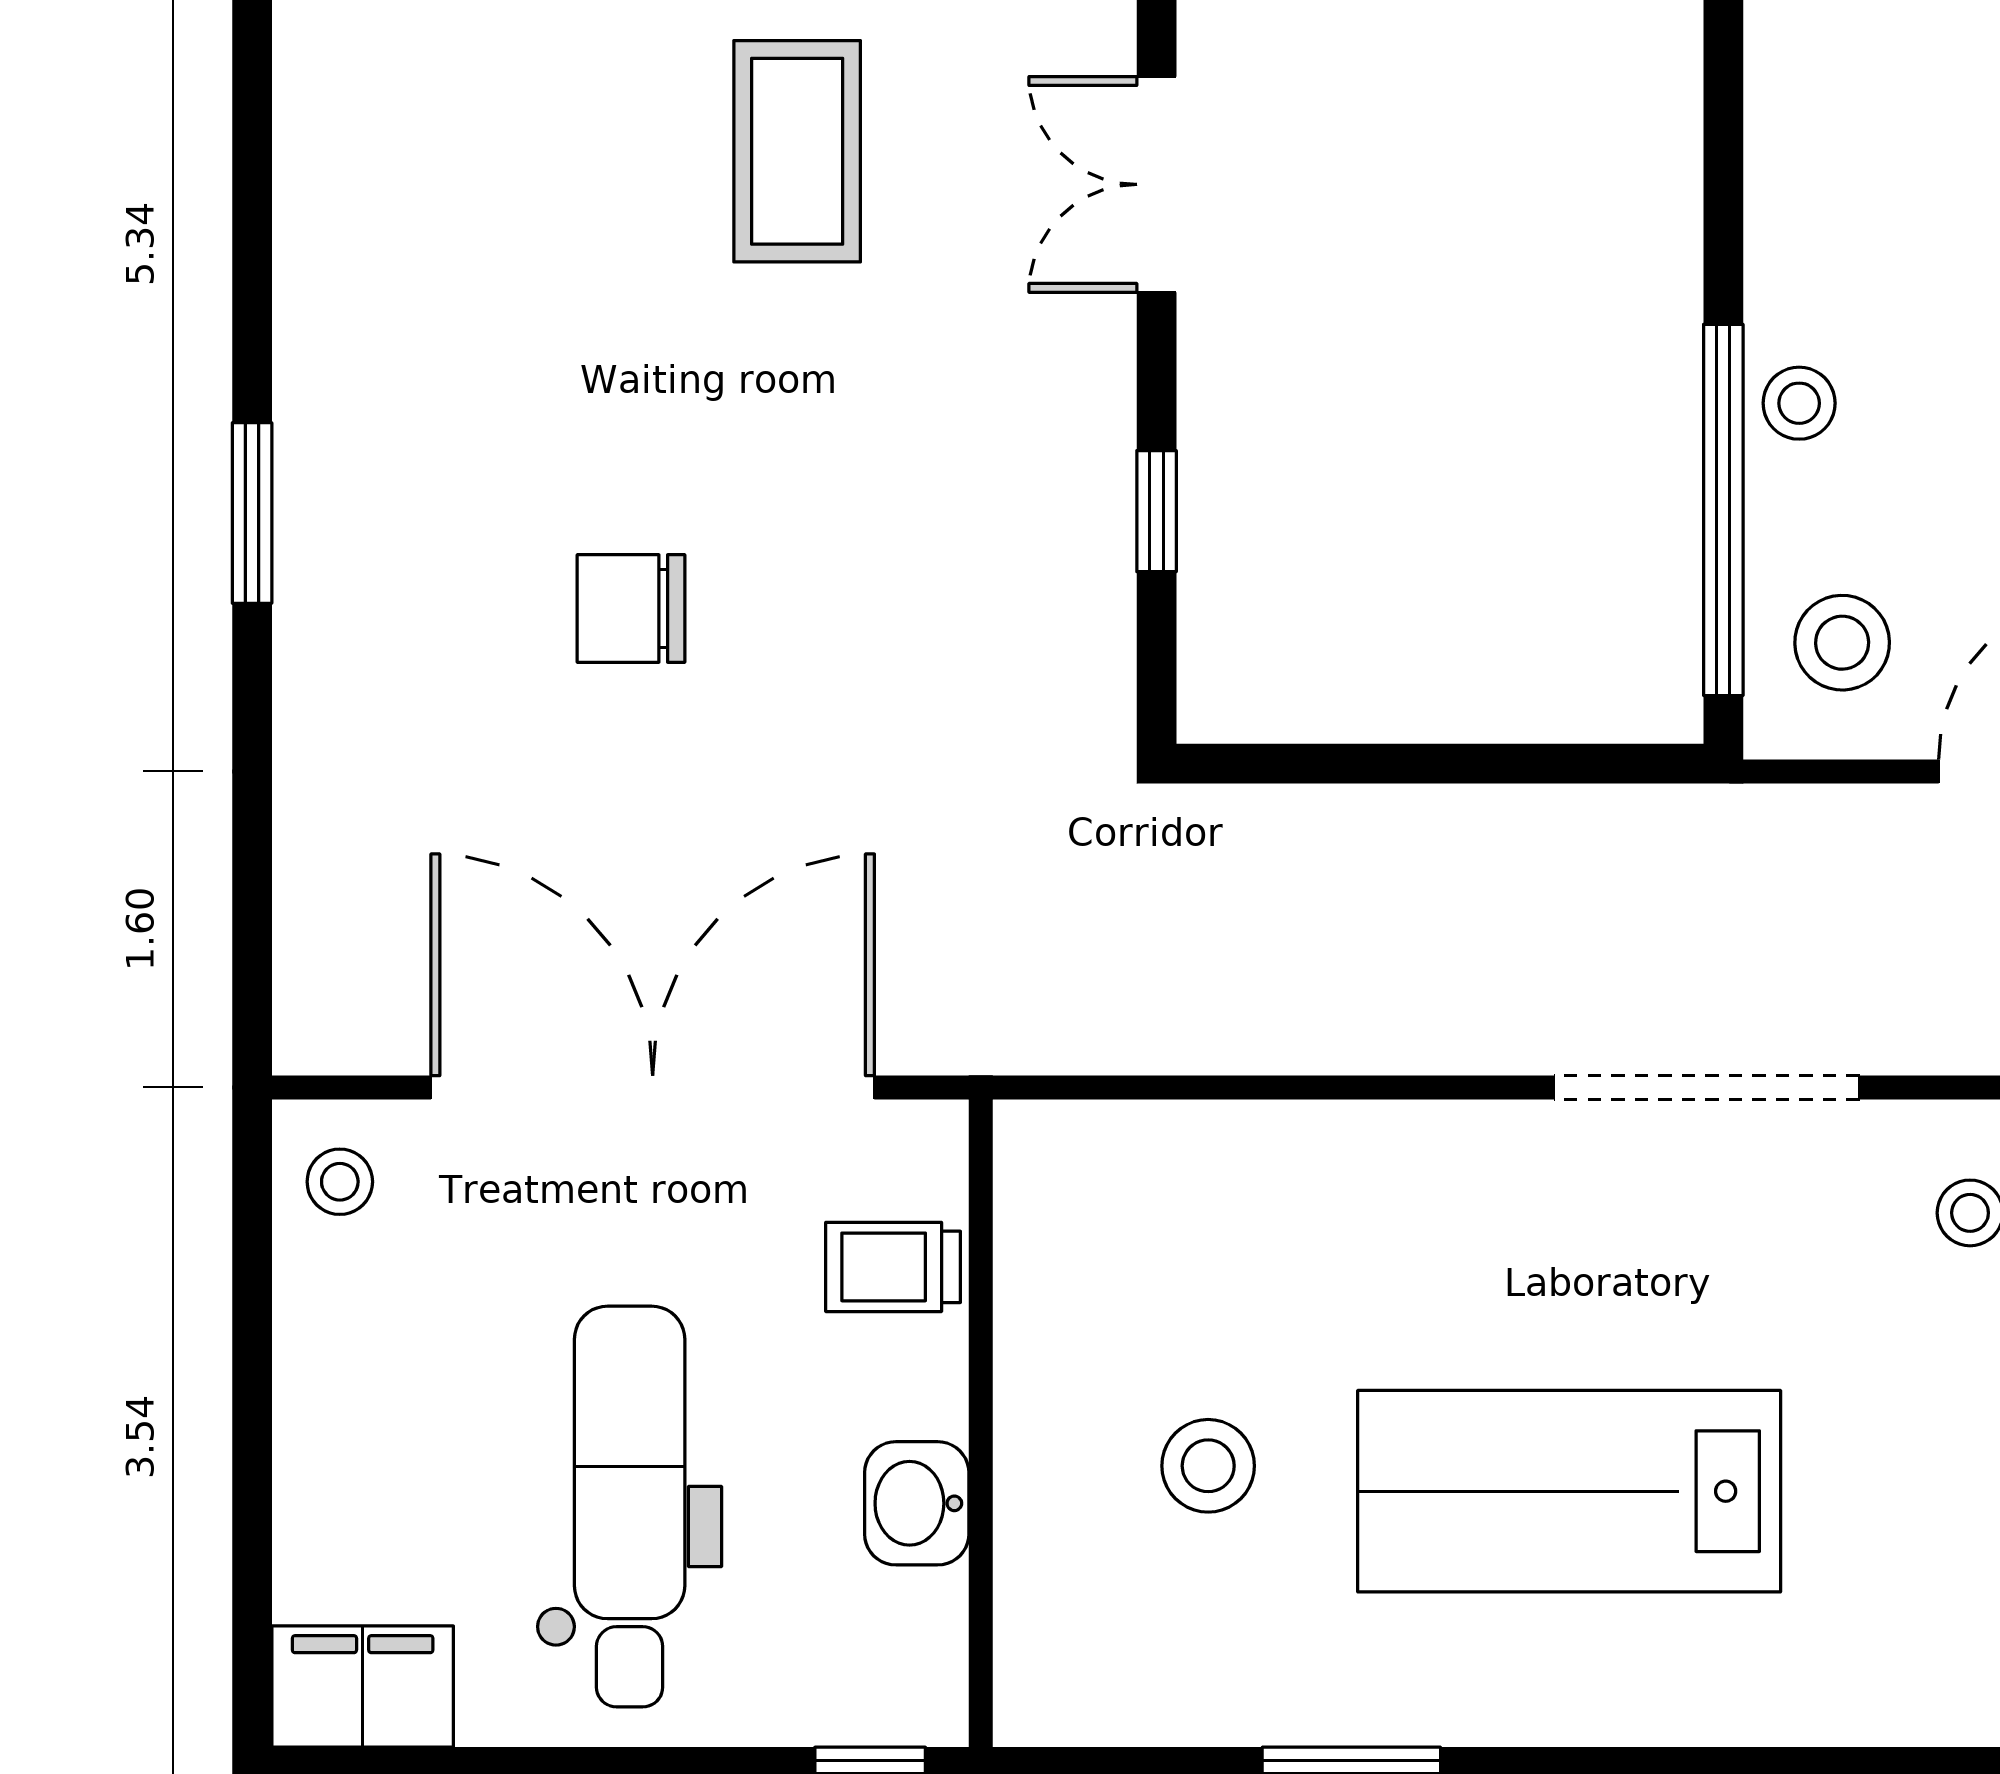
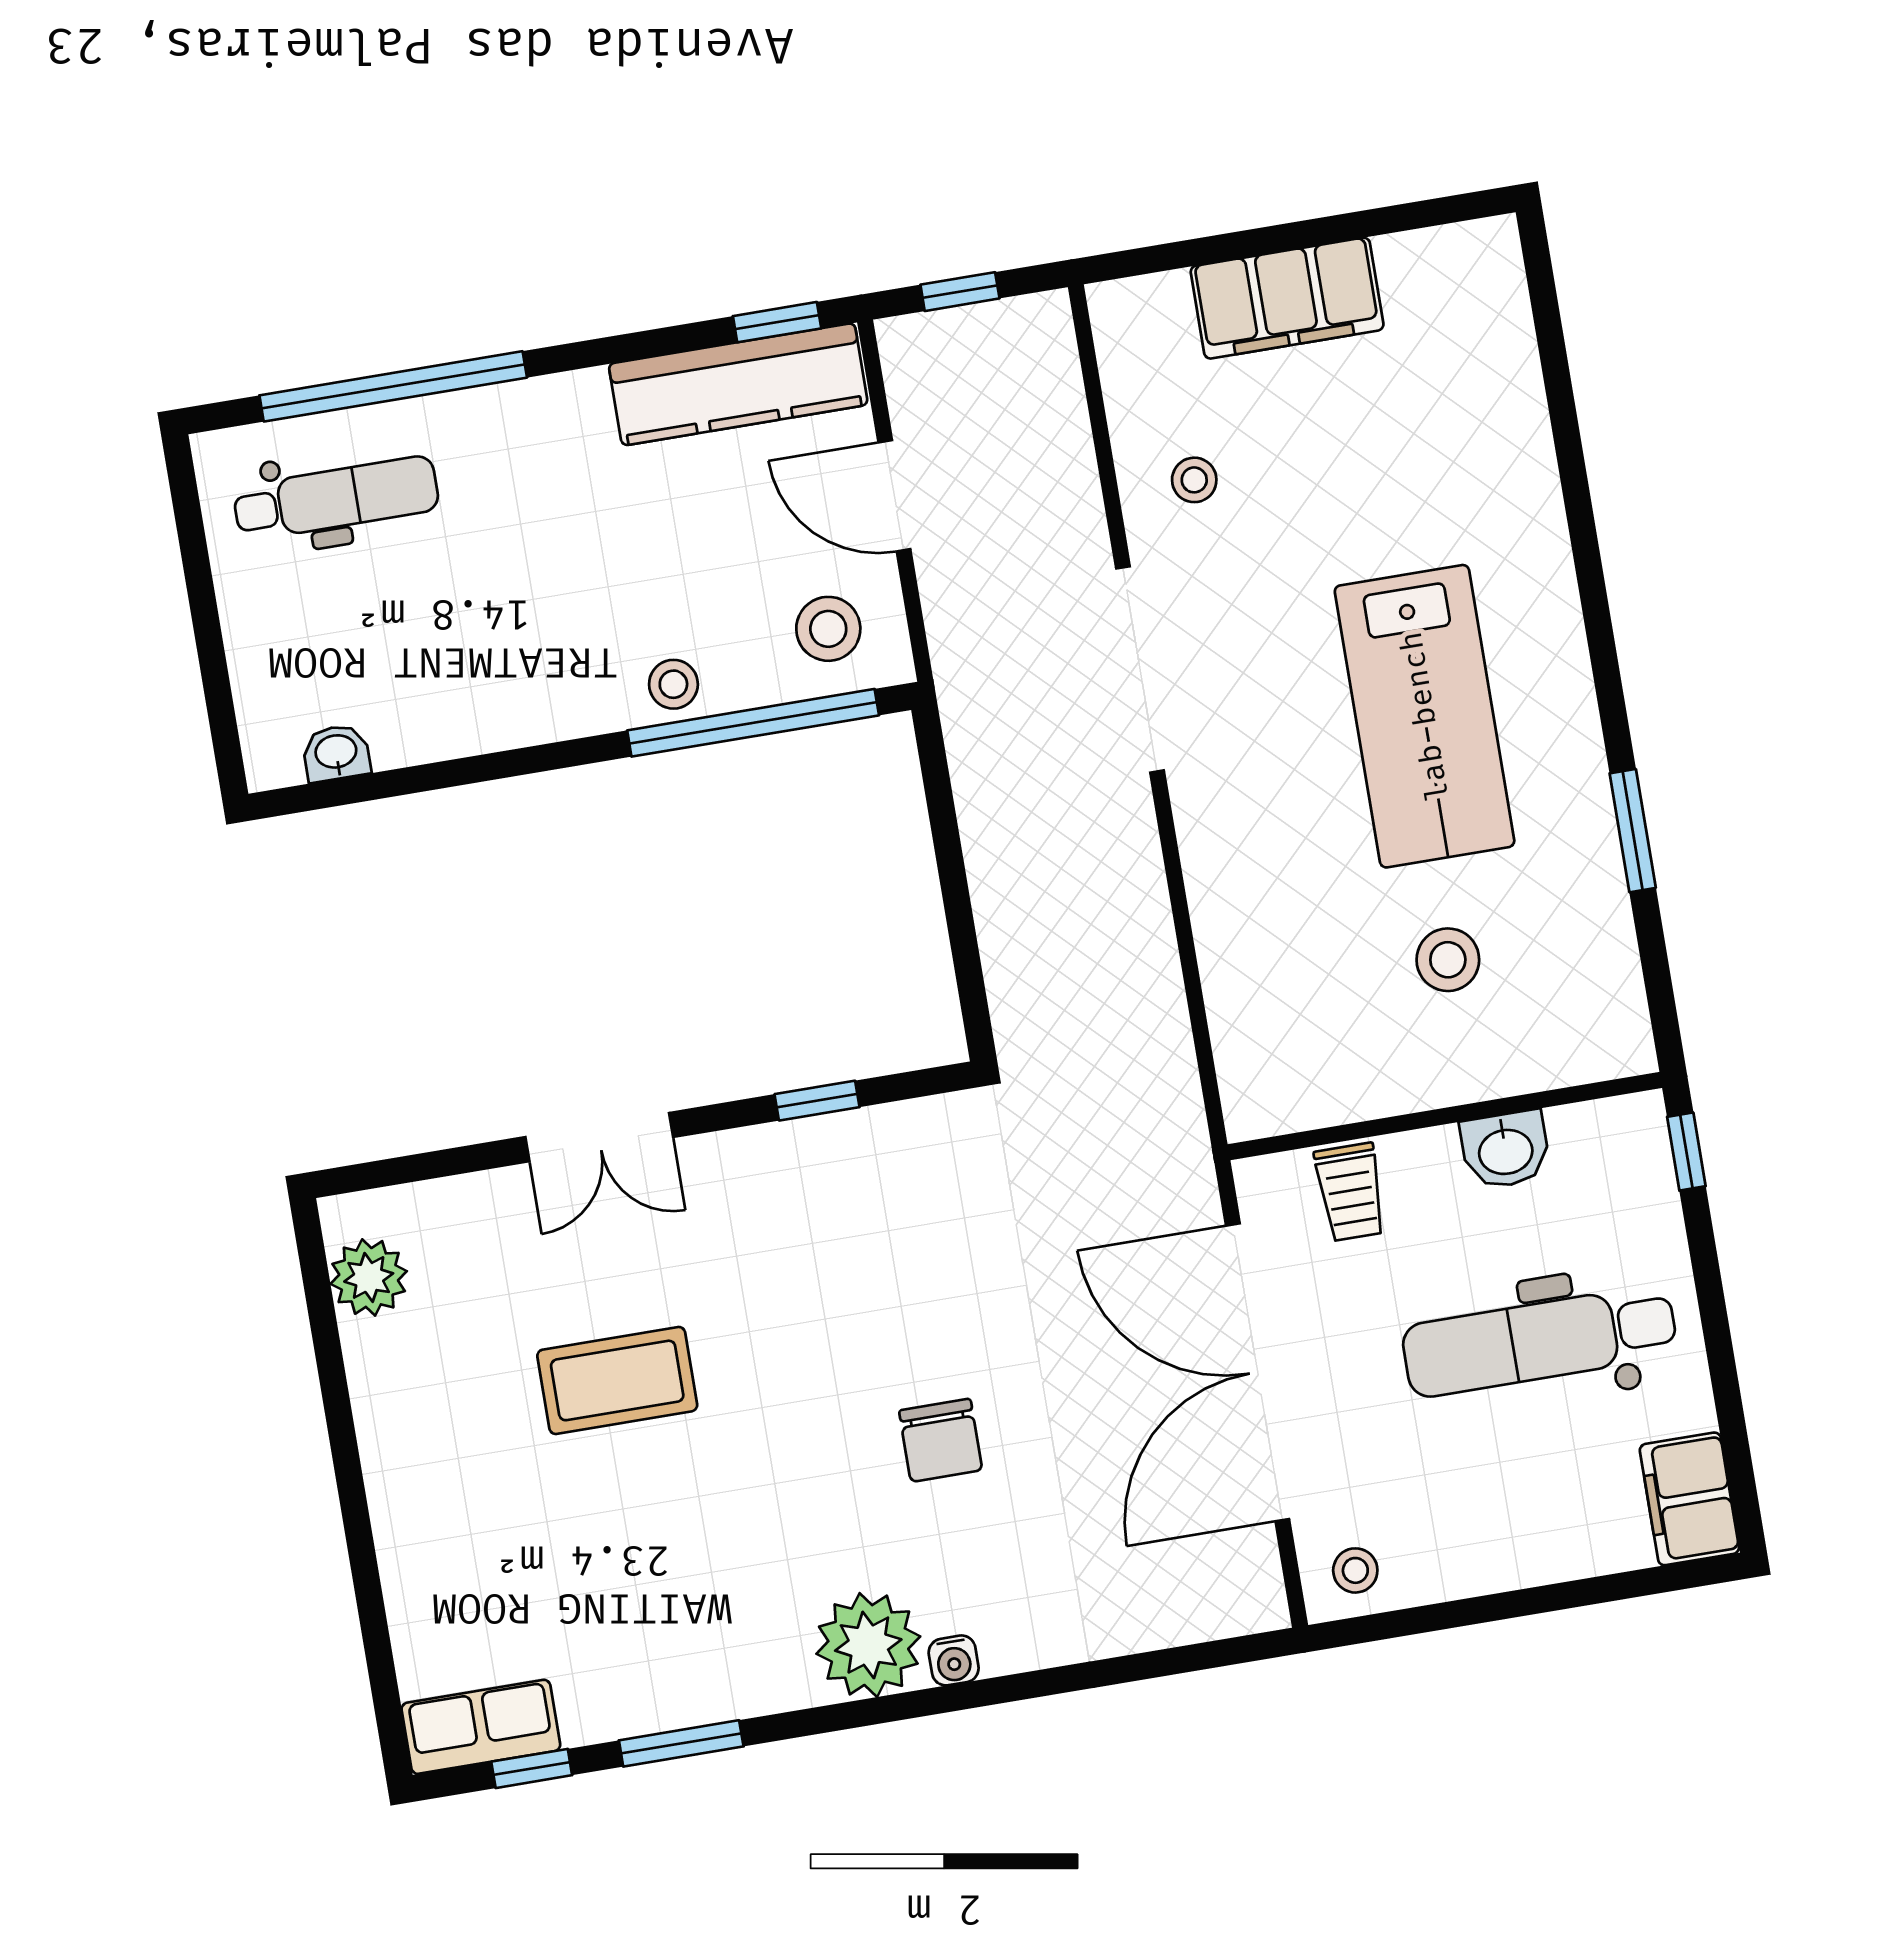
plant: (350, 453) -> (868, 1645), added
window: (252, 513) -> (681, 1743), moved
water cooler: (307, 574) -> (954, 1660), added

